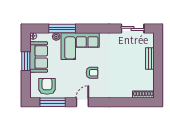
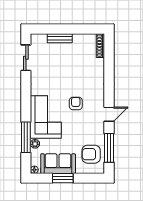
door: (82, 102) -> (109, 114), swing flipped

